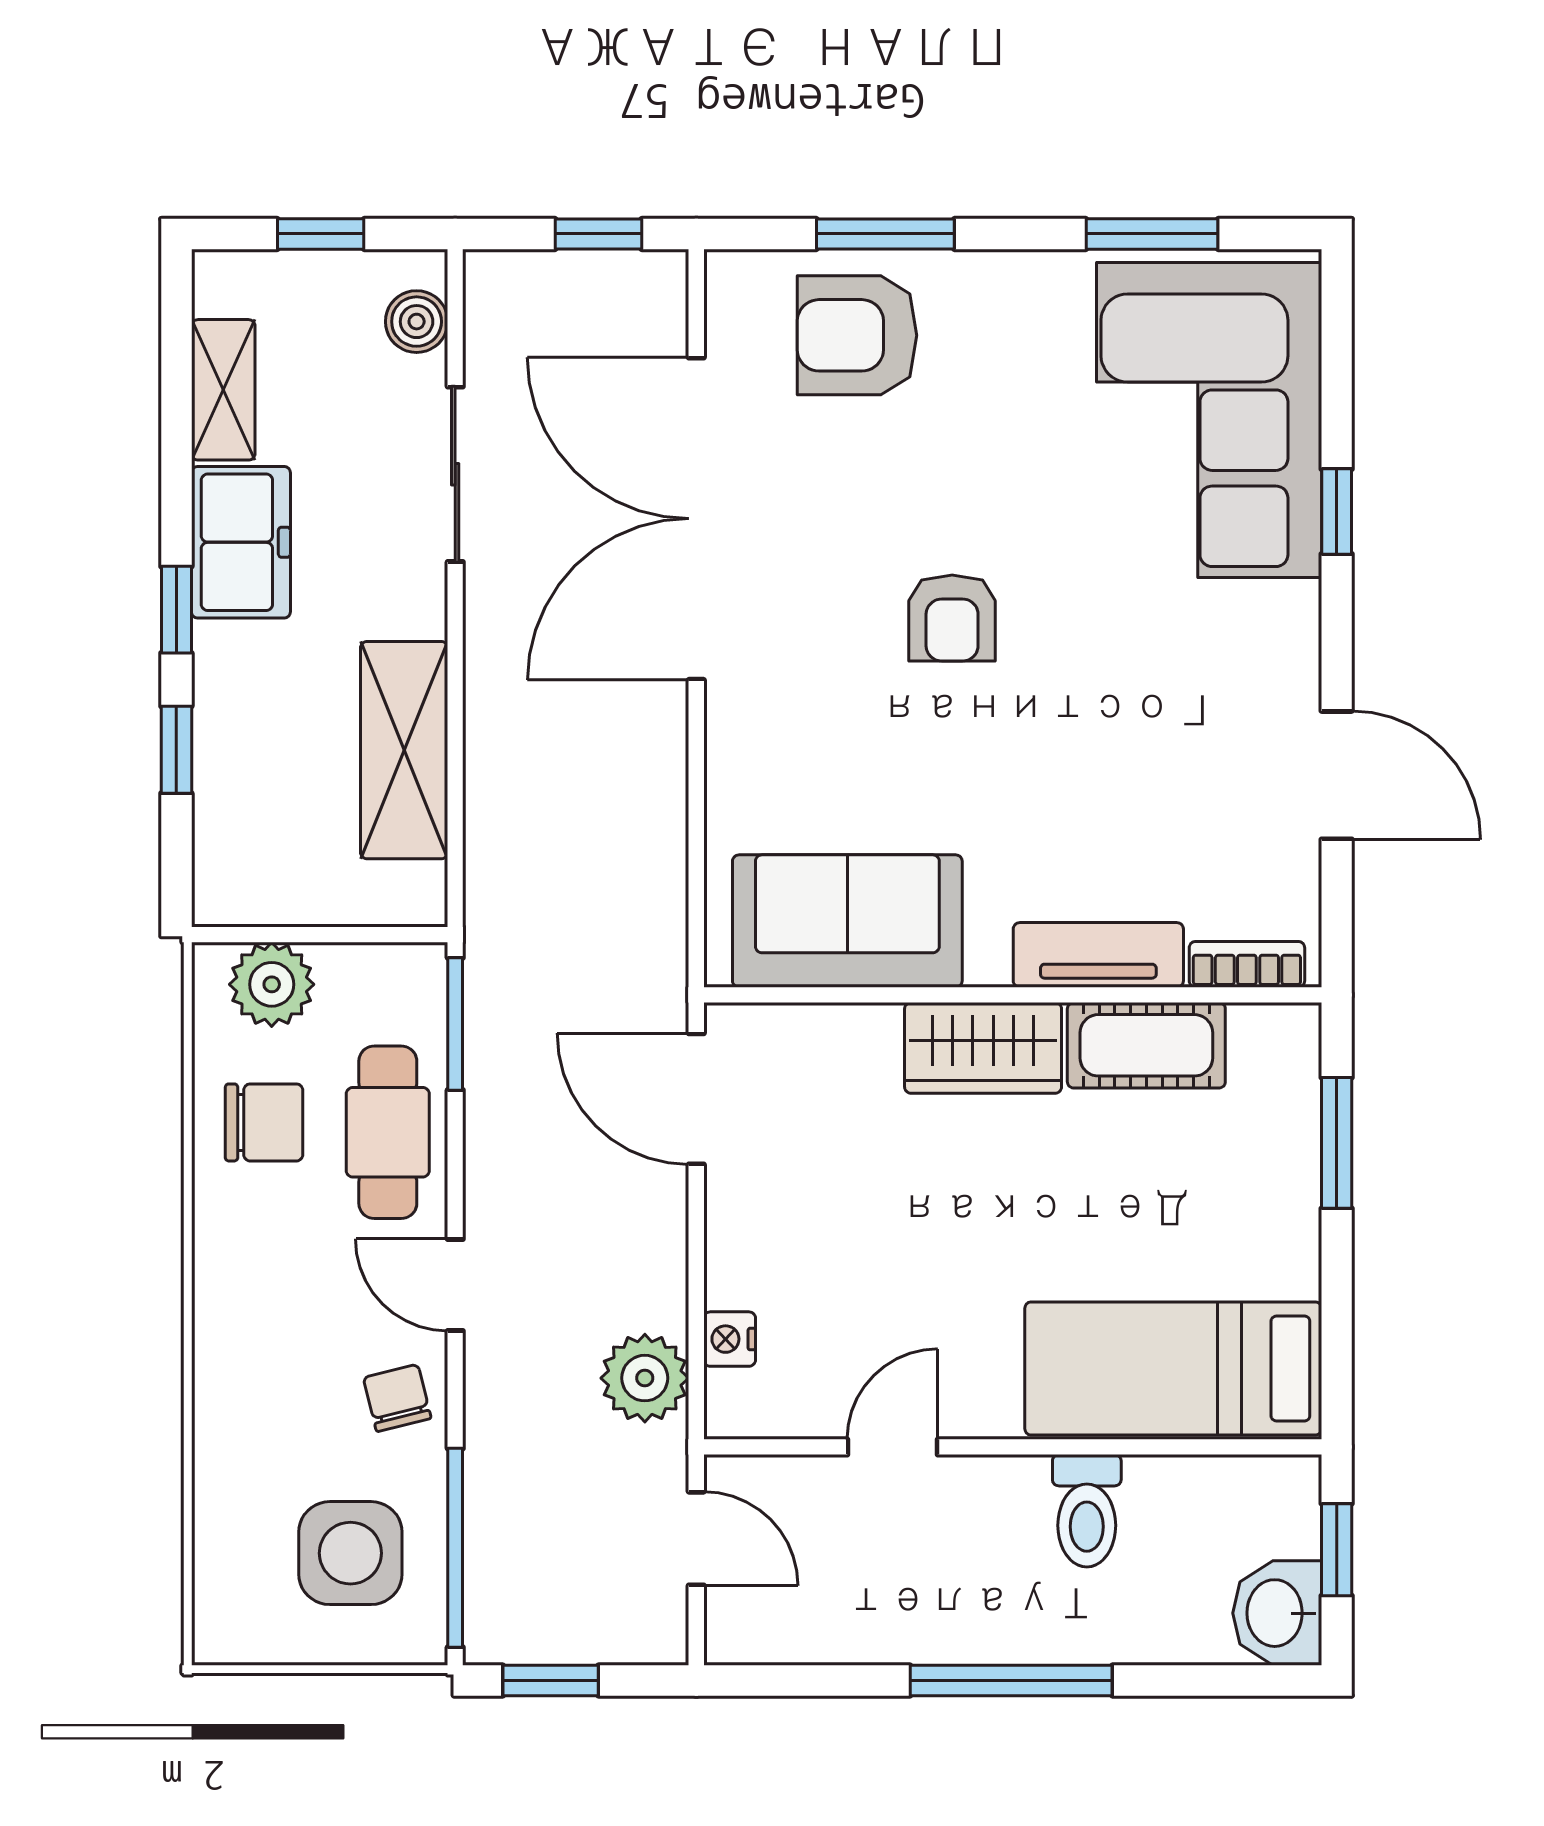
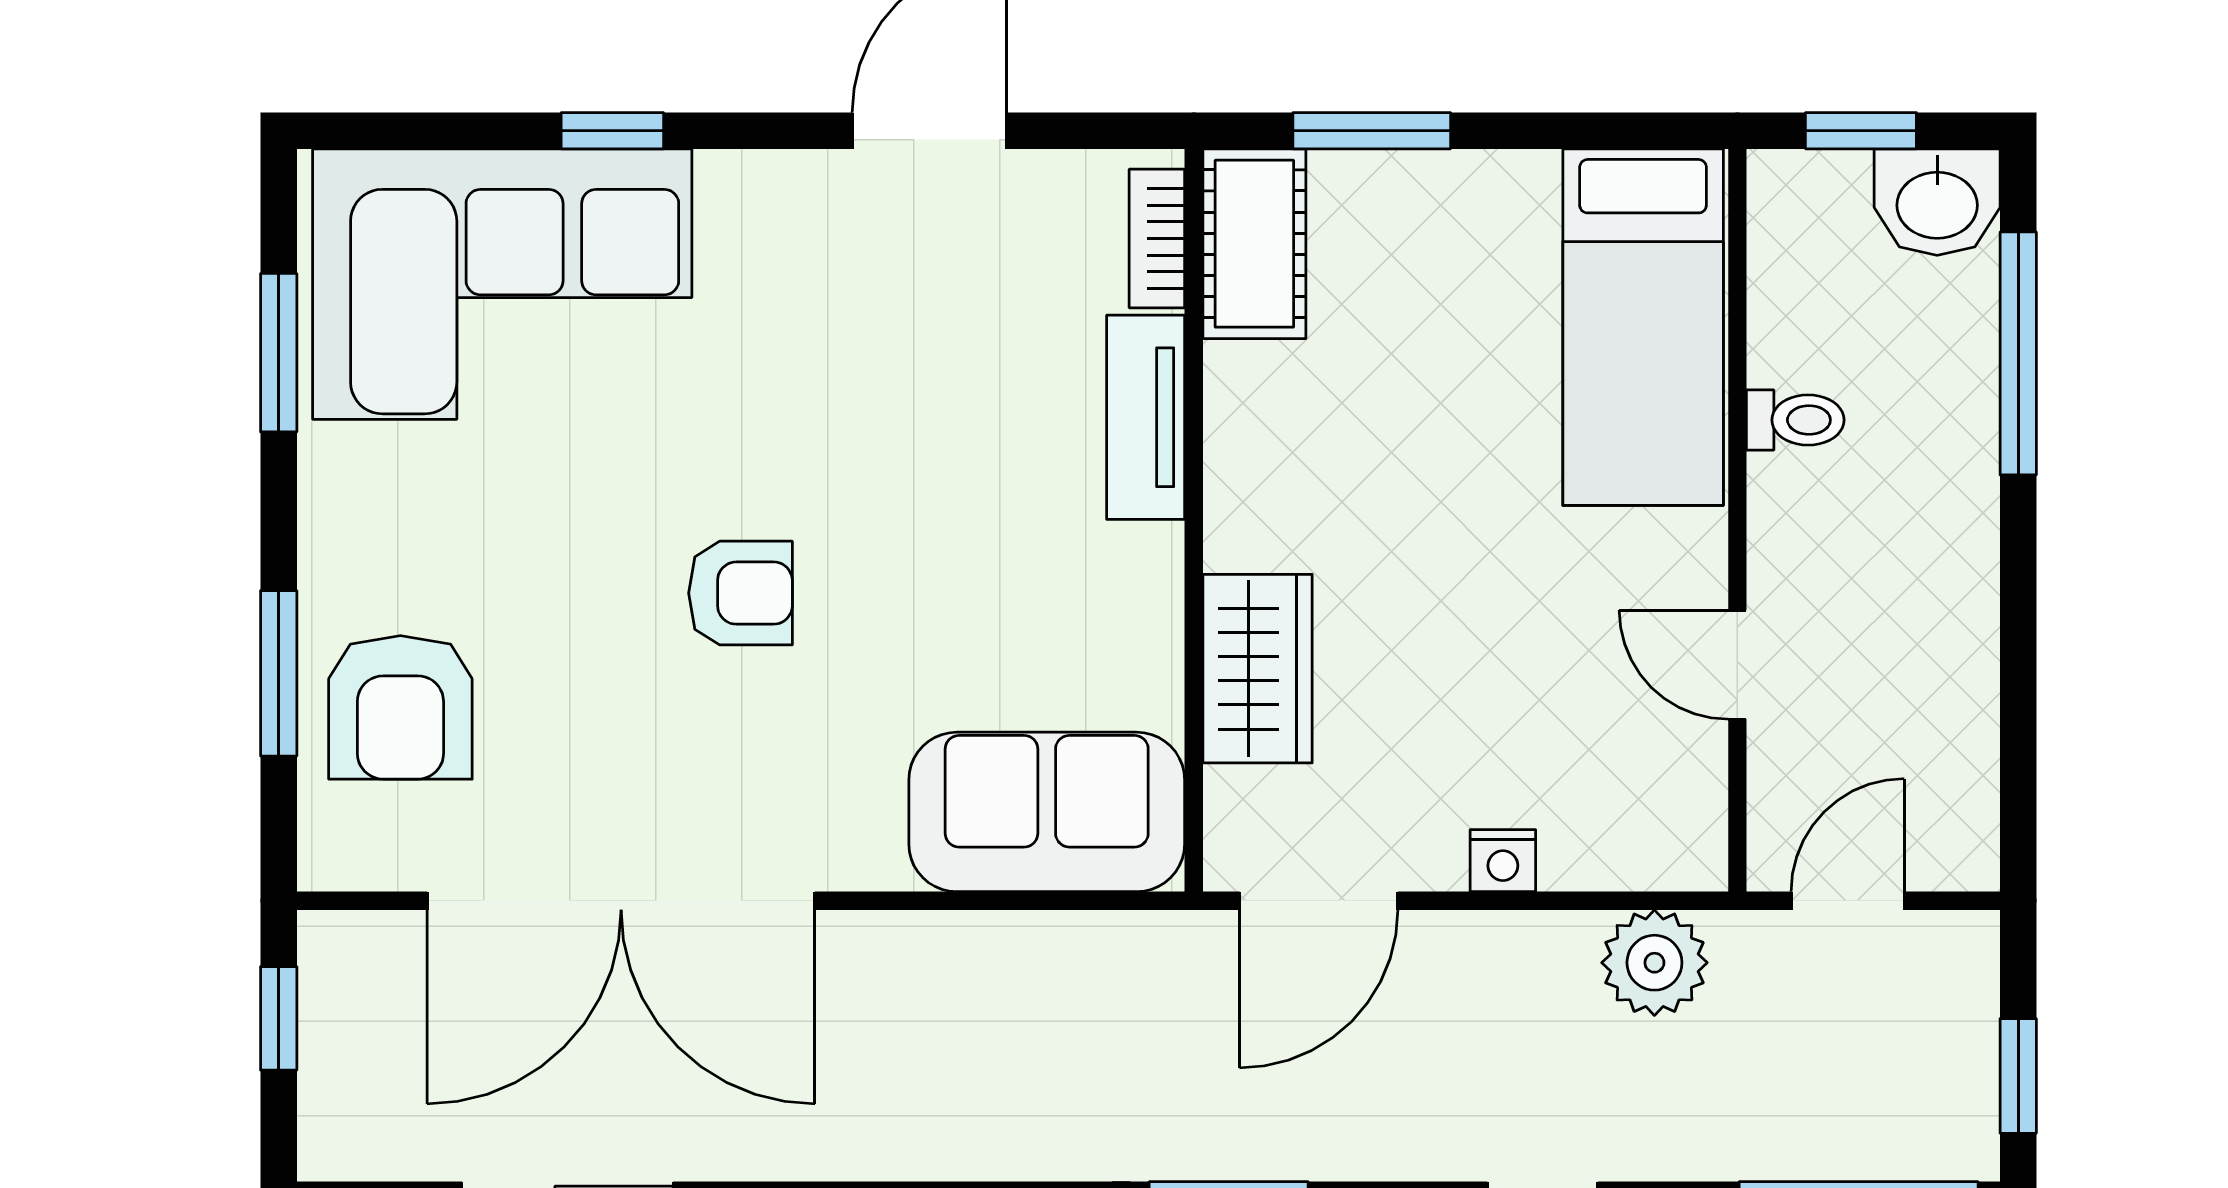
sofa: (847, 921) -> (1047, 812), moved, turned 90
cot: (1146, 1045) -> (1254, 244), moved
wardrobe: (983, 1048) -> (1257, 669), moved
nightstand: (730, 1339) -> (1503, 861), moved
toilet: (1087, 1511) -> (1795, 420), width x0.73, depth x0.72
window: (1011, 1680) -> (2018, 353), moved

